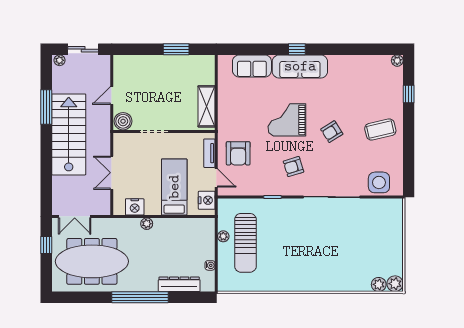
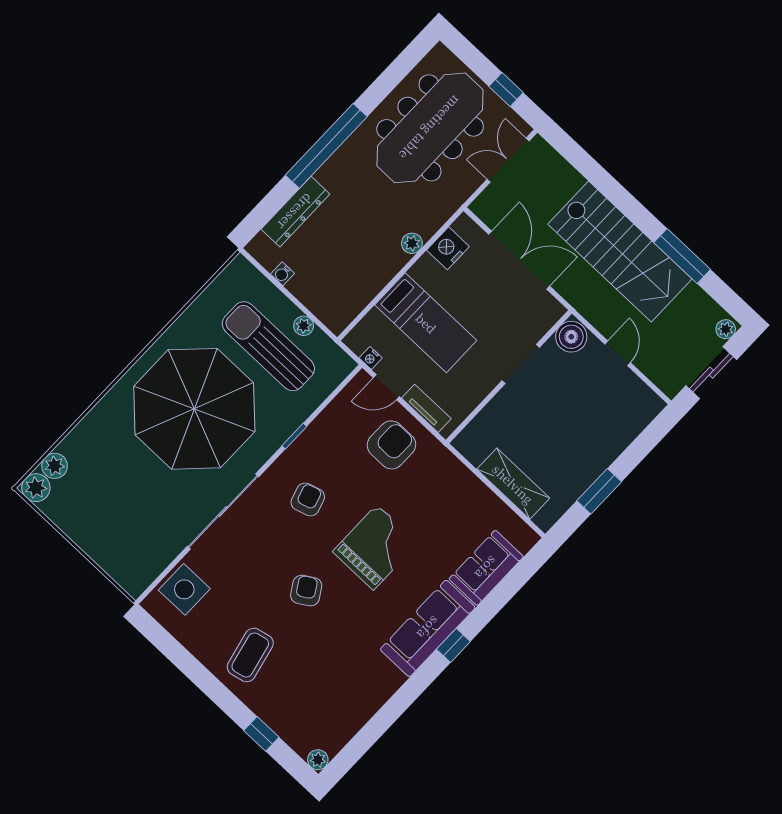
shelving: (207, 106) -> (513, 484), moved
armchair: (238, 153) -> (391, 445), turned 90
double door: (112, 173) -> (519, 260), width x1.37
nightstand: (207, 200) -> (371, 358), width x0.53, depth x0.56
parasol: (300, 249) -> (194, 409), added

